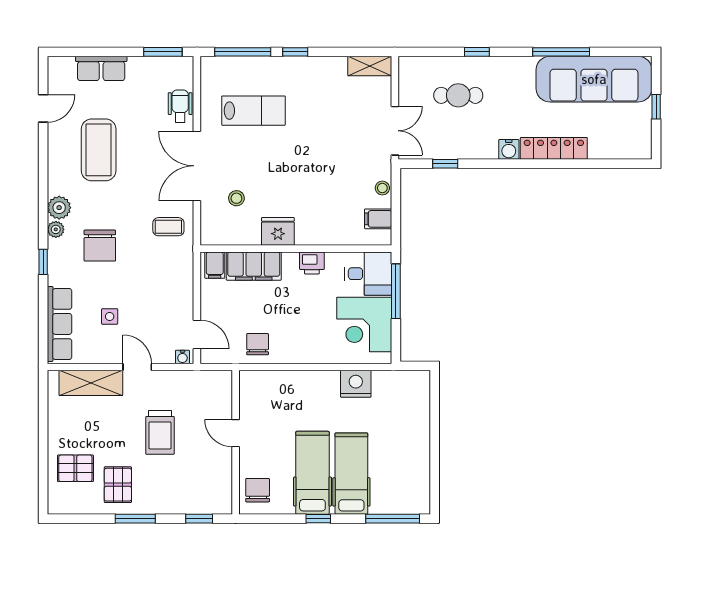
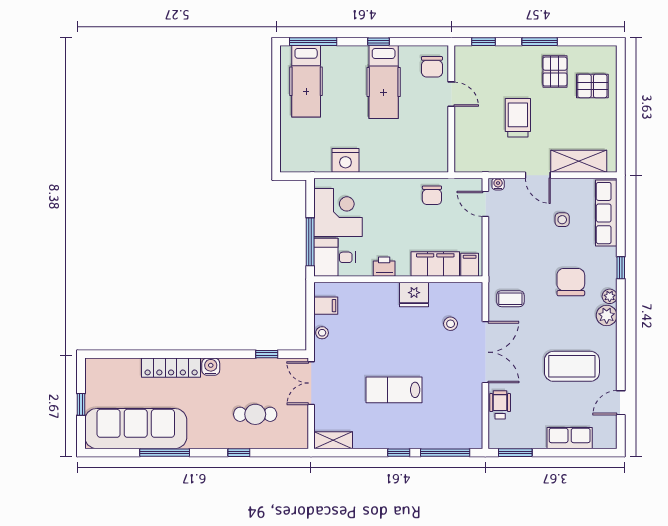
wheelchair: (180, 106) -> (500, 405), turned 180
lab bench: (253, 111) -> (394, 390), moved
coffee table: (99, 150) -> (572, 366), turned 90
door: (236, 433) -> (451, 94), moved
hospital bed: (351, 474) -> (306, 81), moved

